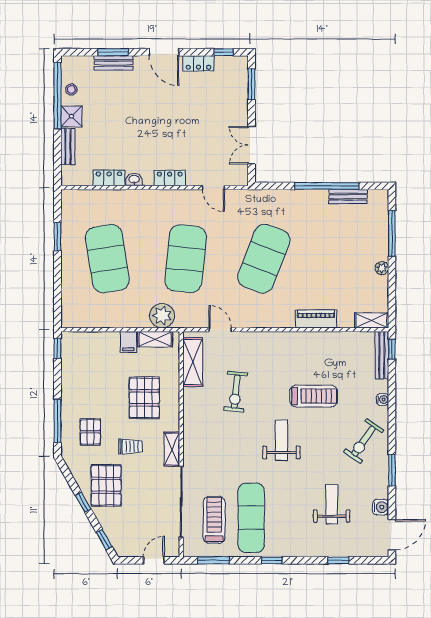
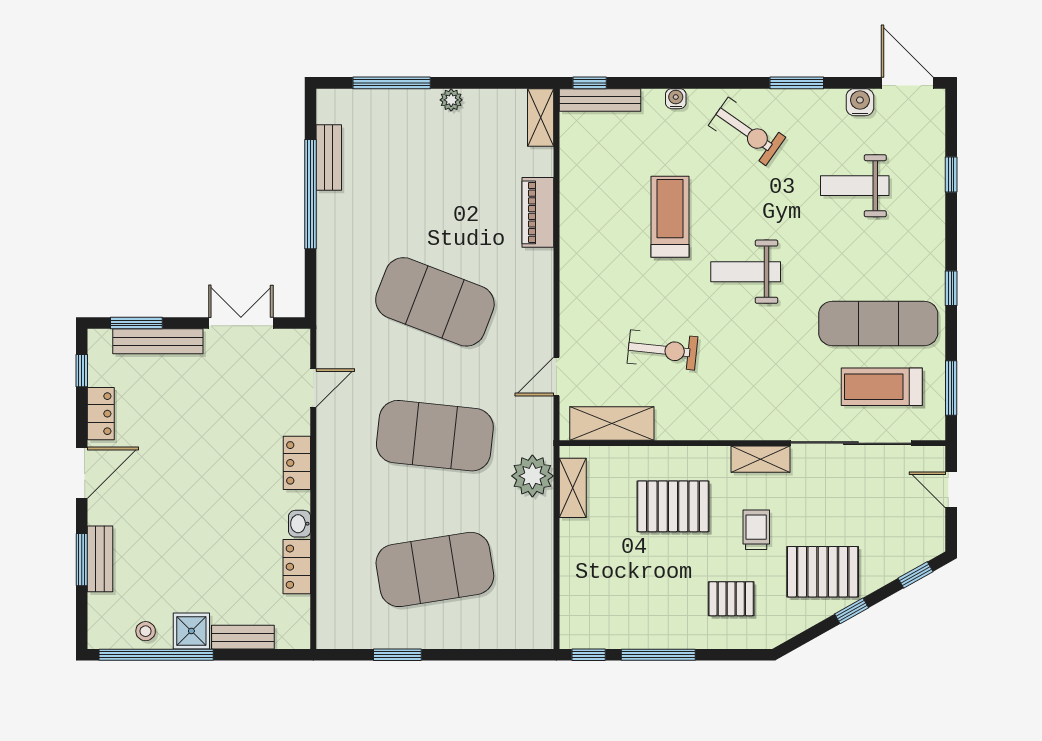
bench: (241, 97) -> (158, 341), added
double door: (251, 145) -> (241, 323), swing flipped
filing cabinet: (128, 342) -> (577, 533), removed
window: (58, 421) -> (658, 655), moved

